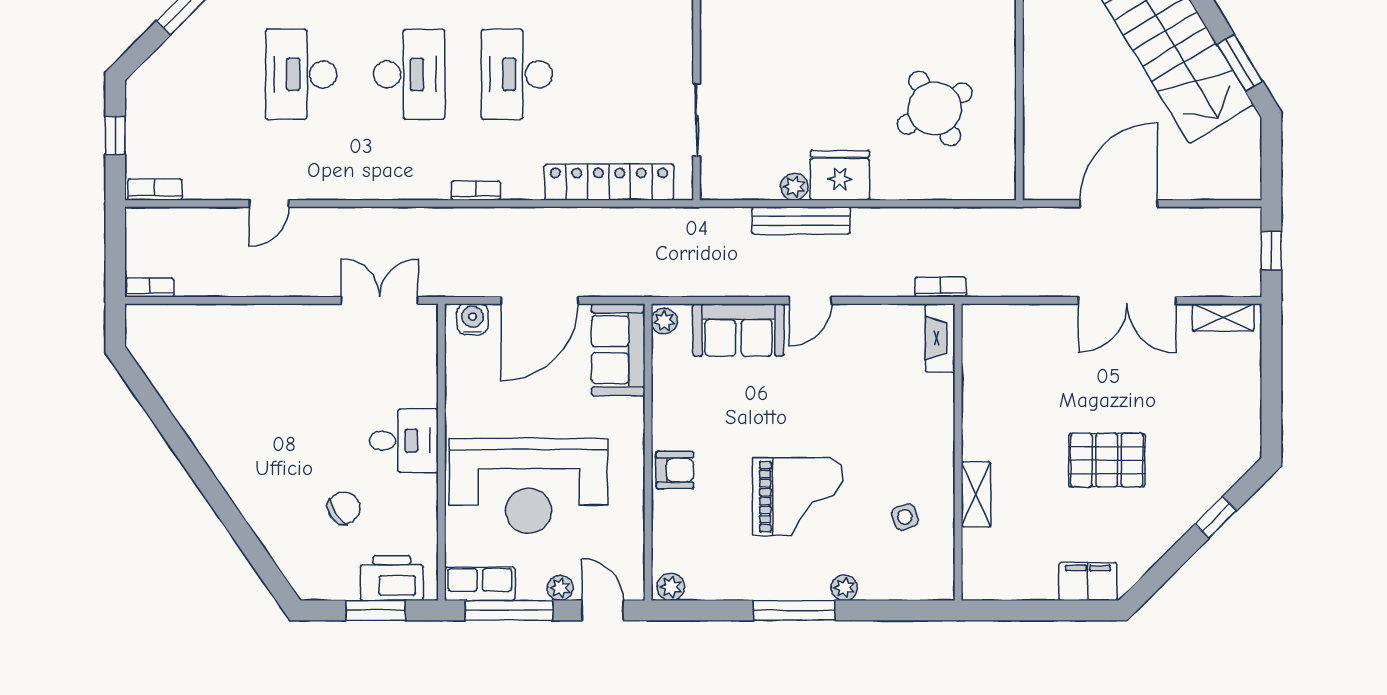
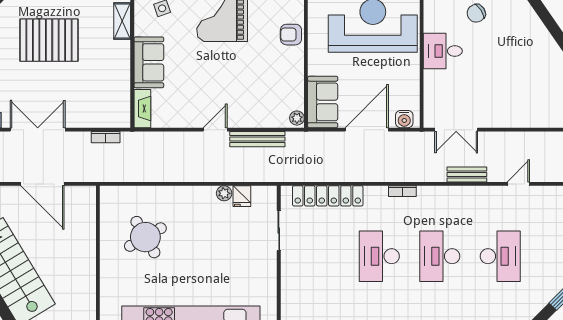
desk: (517, 74) -> (379, 256), turned 180
fridge: (840, 175) -> (242, 196), moved, width x0.53, depth x0.75
door: (1119, 204) -> (42, 184), hinge flipped
bench: (361, 220) -> (467, 174), added
bench: (801, 220) -> (257, 139), moved
bookcase: (940, 287) -> (106, 137), moved
sofa: (738, 330) -> (149, 62), moved, turned 90
pallet: (1107, 460) -> (49, 40), width x1.37, depth x1.41

